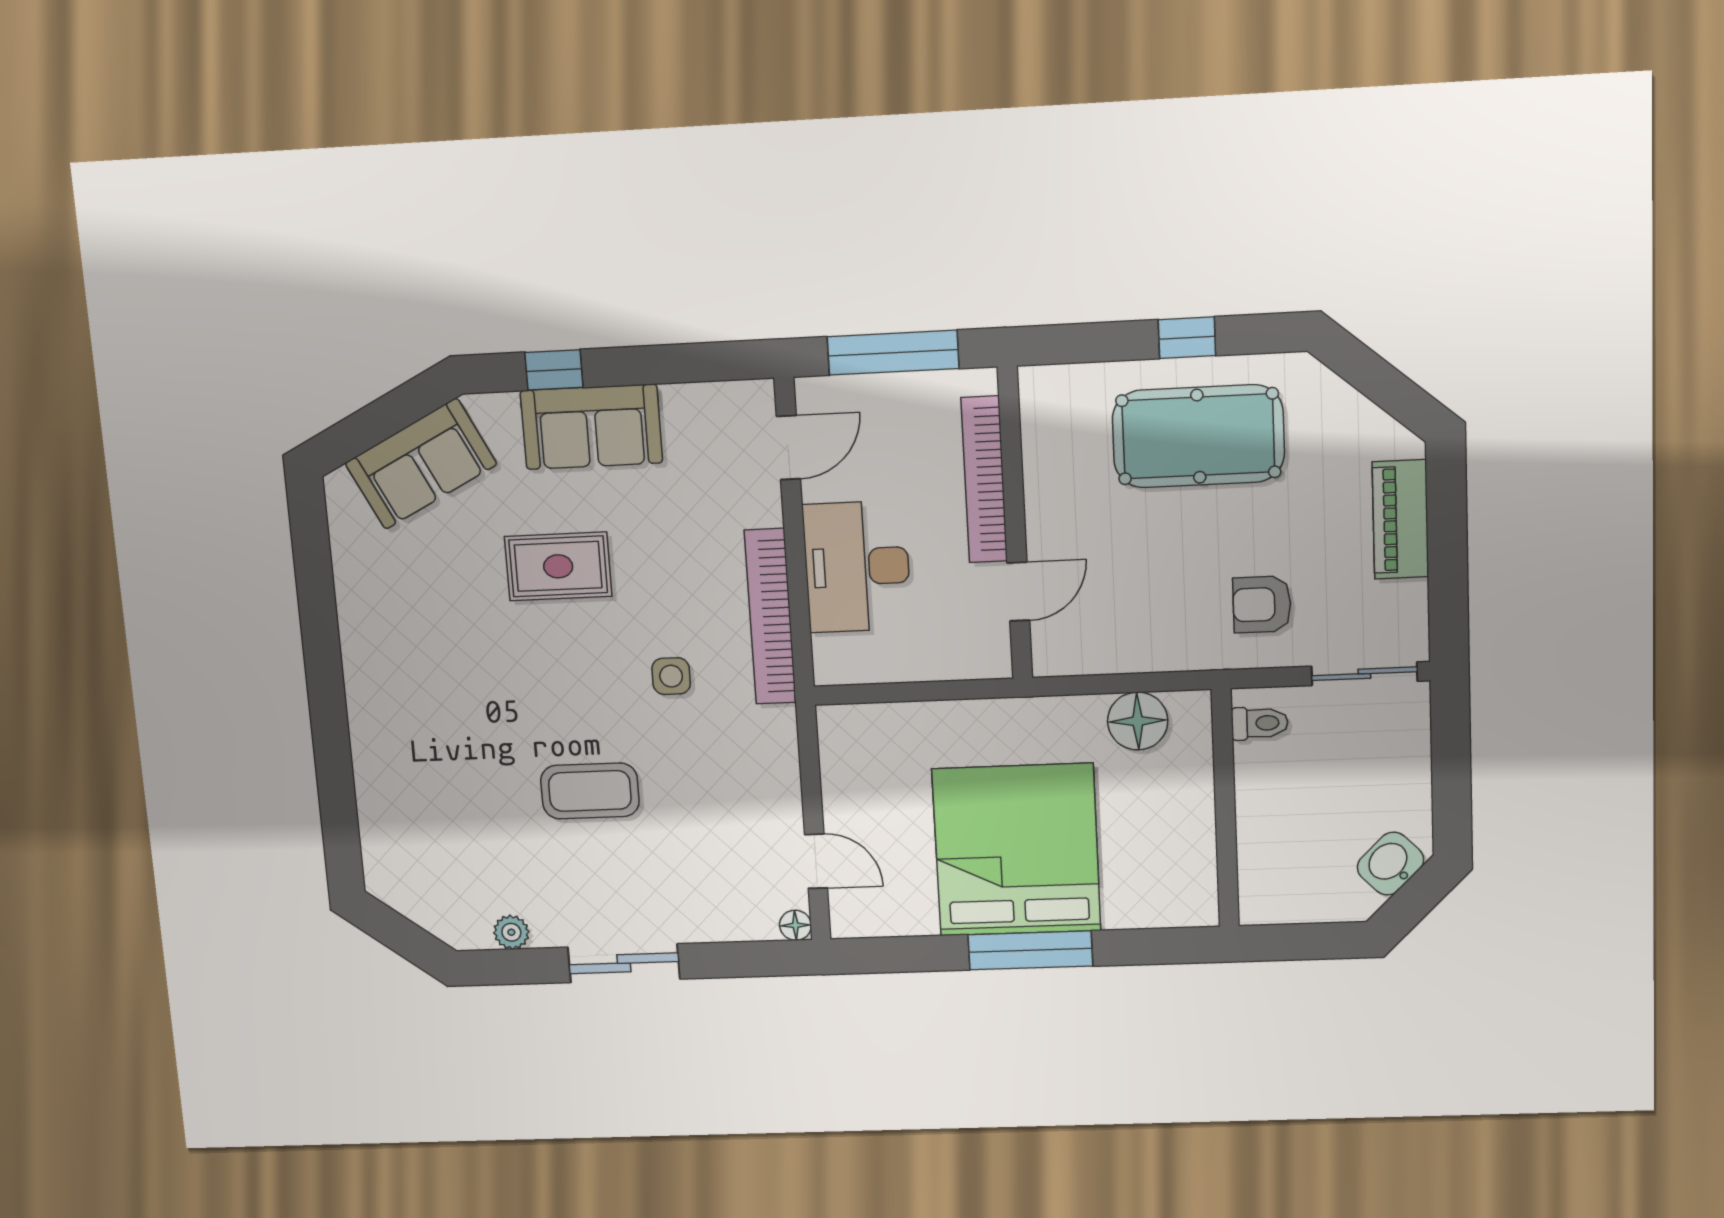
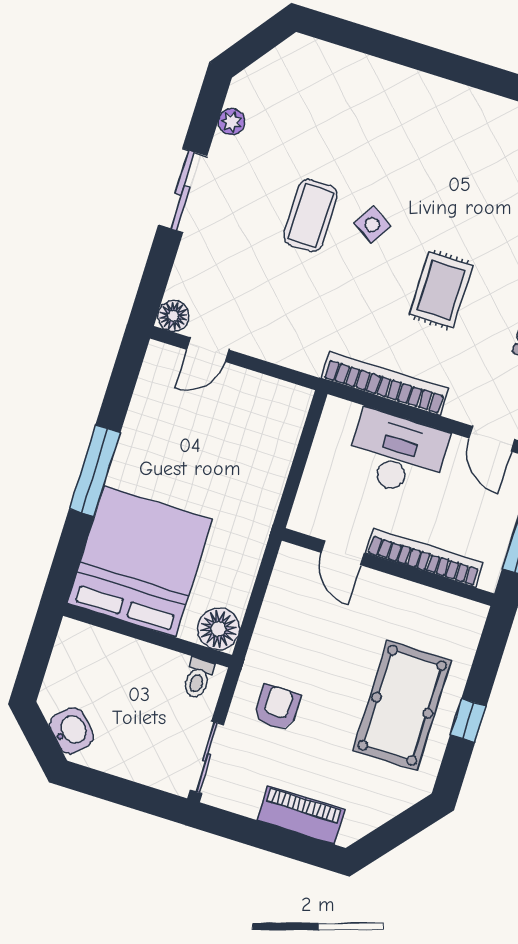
rug: (558, 566) -> (441, 290), moved
side table: (671, 676) -> (372, 225), moved, turned 33
floor lamp: (1138, 721) -> (218, 629), moved
bed: (1016, 850) -> (140, 561), moved, turned -90
floor lamp: (795, 925) -> (173, 316), width x1.37, depth x1.37

